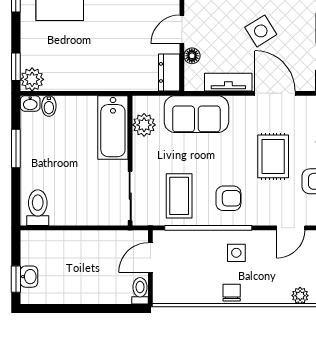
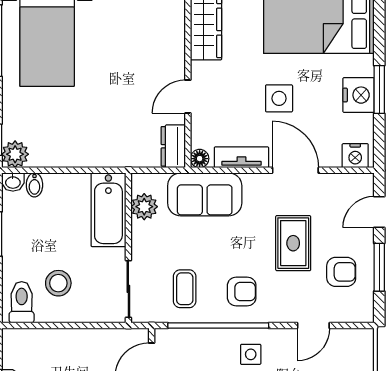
side table: (261, 31) -> (279, 98), turned 32
floor lamp: (192, 56) -> (200, 159), moved
stool: (70, 191) -> (58, 283), added
coffee table: (179, 196) -> (185, 289), width x0.73, depth x0.77

